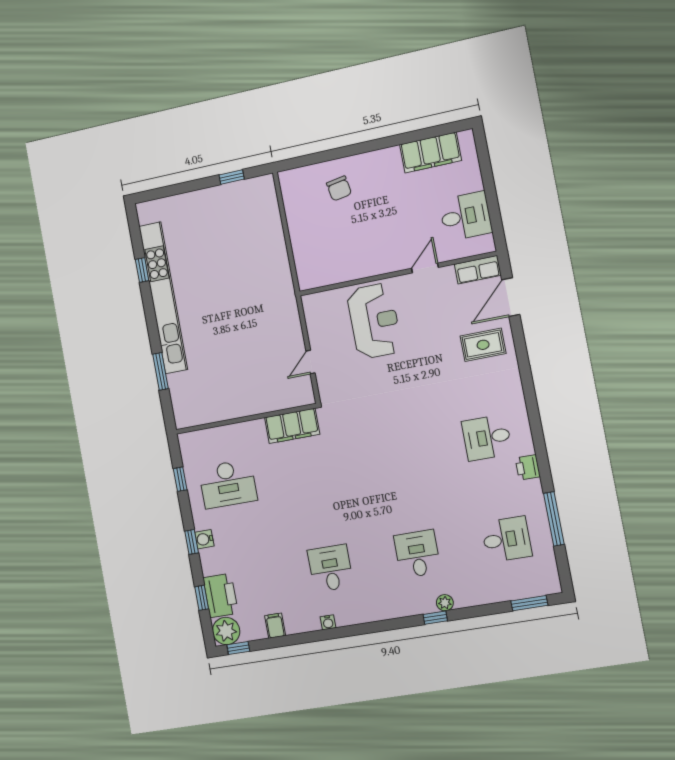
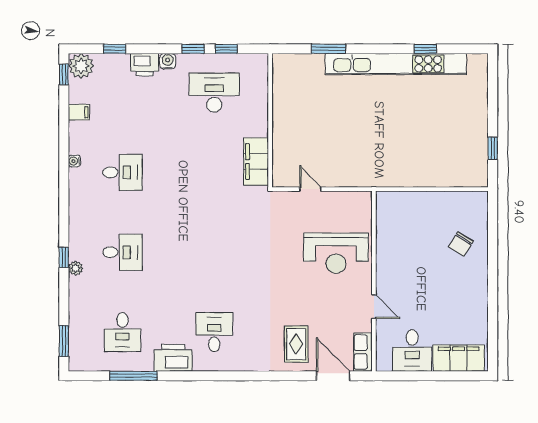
filing cabinet: (431, 153) -> (459, 358), moved, turned 90
chair: (339, 188) -> (461, 244), turned -48
printer: (528, 467) -> (173, 358), width x1.87, depth x1.48
desk: (228, 484) -> (214, 93), turned 90
window: (192, 542) -> (193, 49), moved
printer: (221, 595) -> (145, 65), moved, width x0.73, depth x0.84

